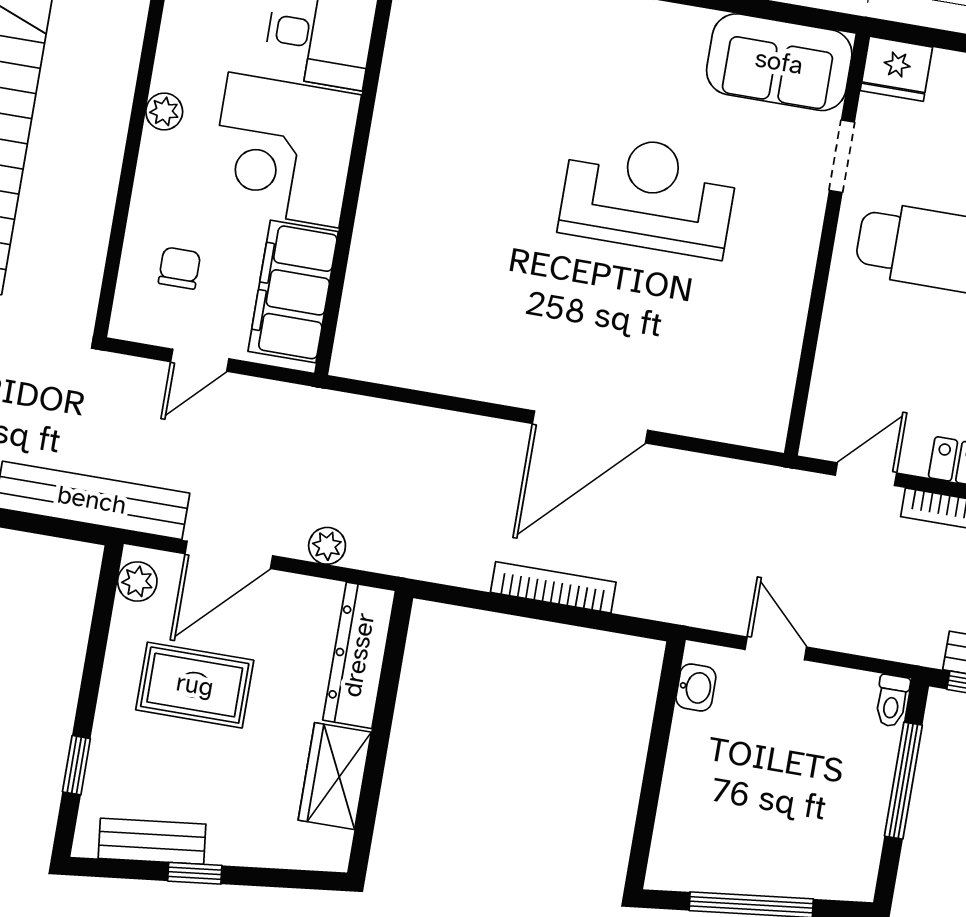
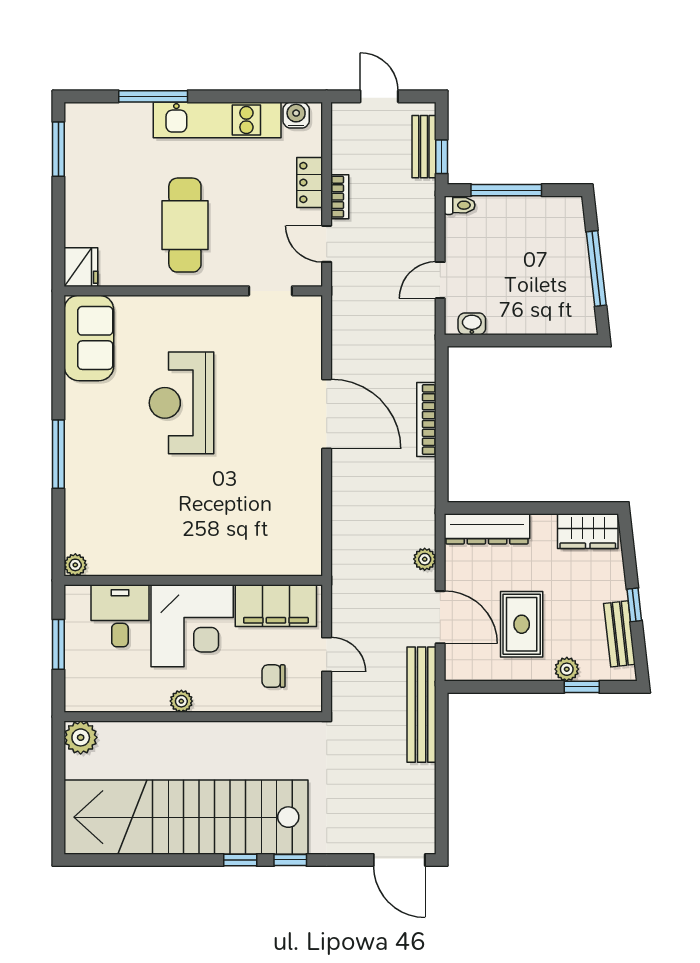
doorway: (842, 156) -> (271, 291), moved
plant: (137, 582) -> (567, 669), moved
wardrobe: (335, 776) -> (588, 531), moved

